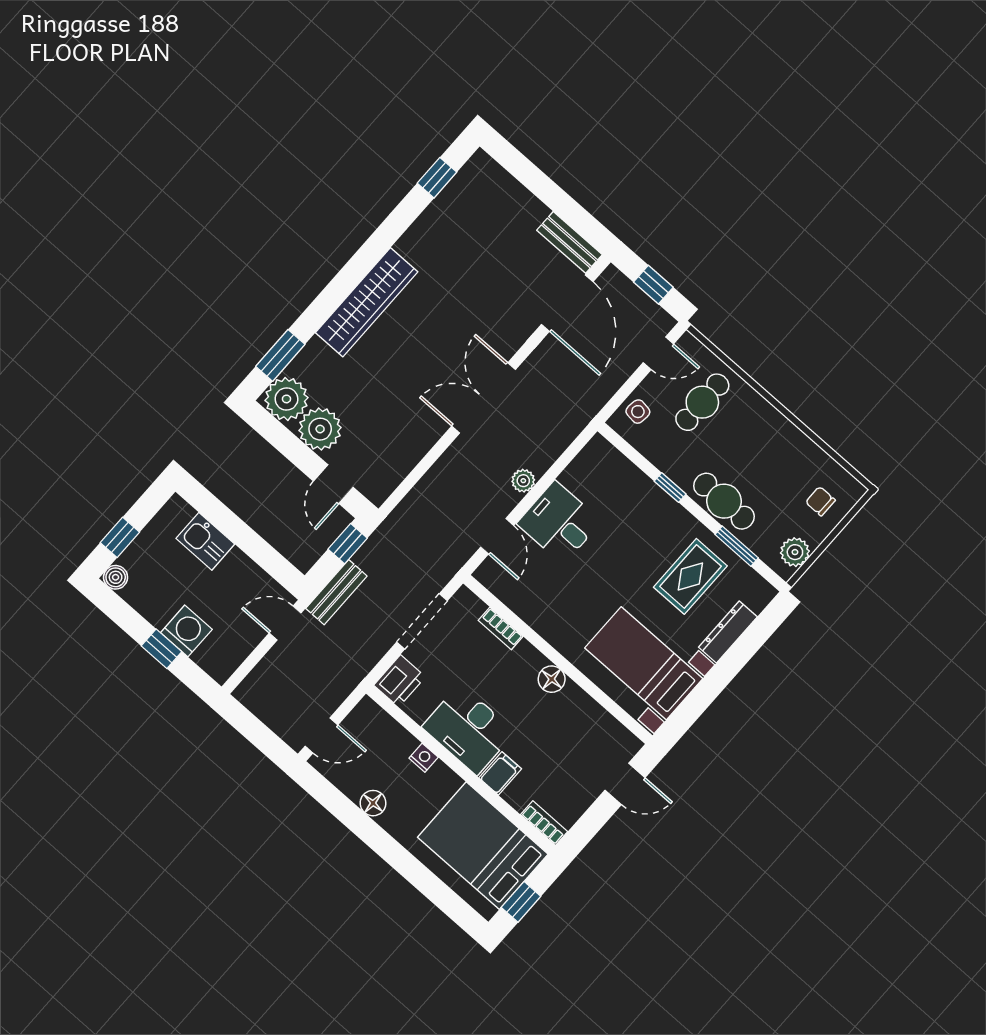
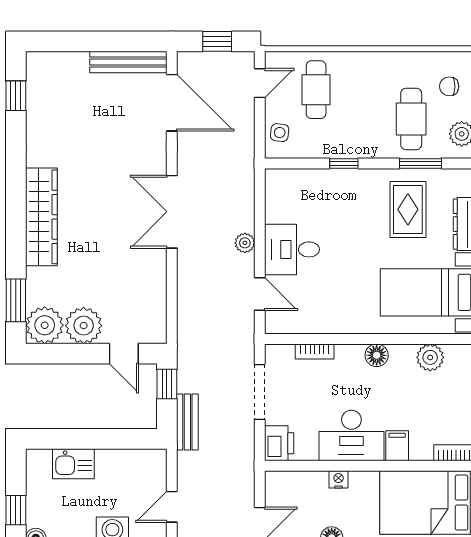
bench: (570, 242) -> (128, 62), width x1.36
cafe table: (724, 501) -> (411, 119), moved, turned 90
door: (285, 623) -> (172, 507), moved
plant: (596, 722) -> (430, 357), added

